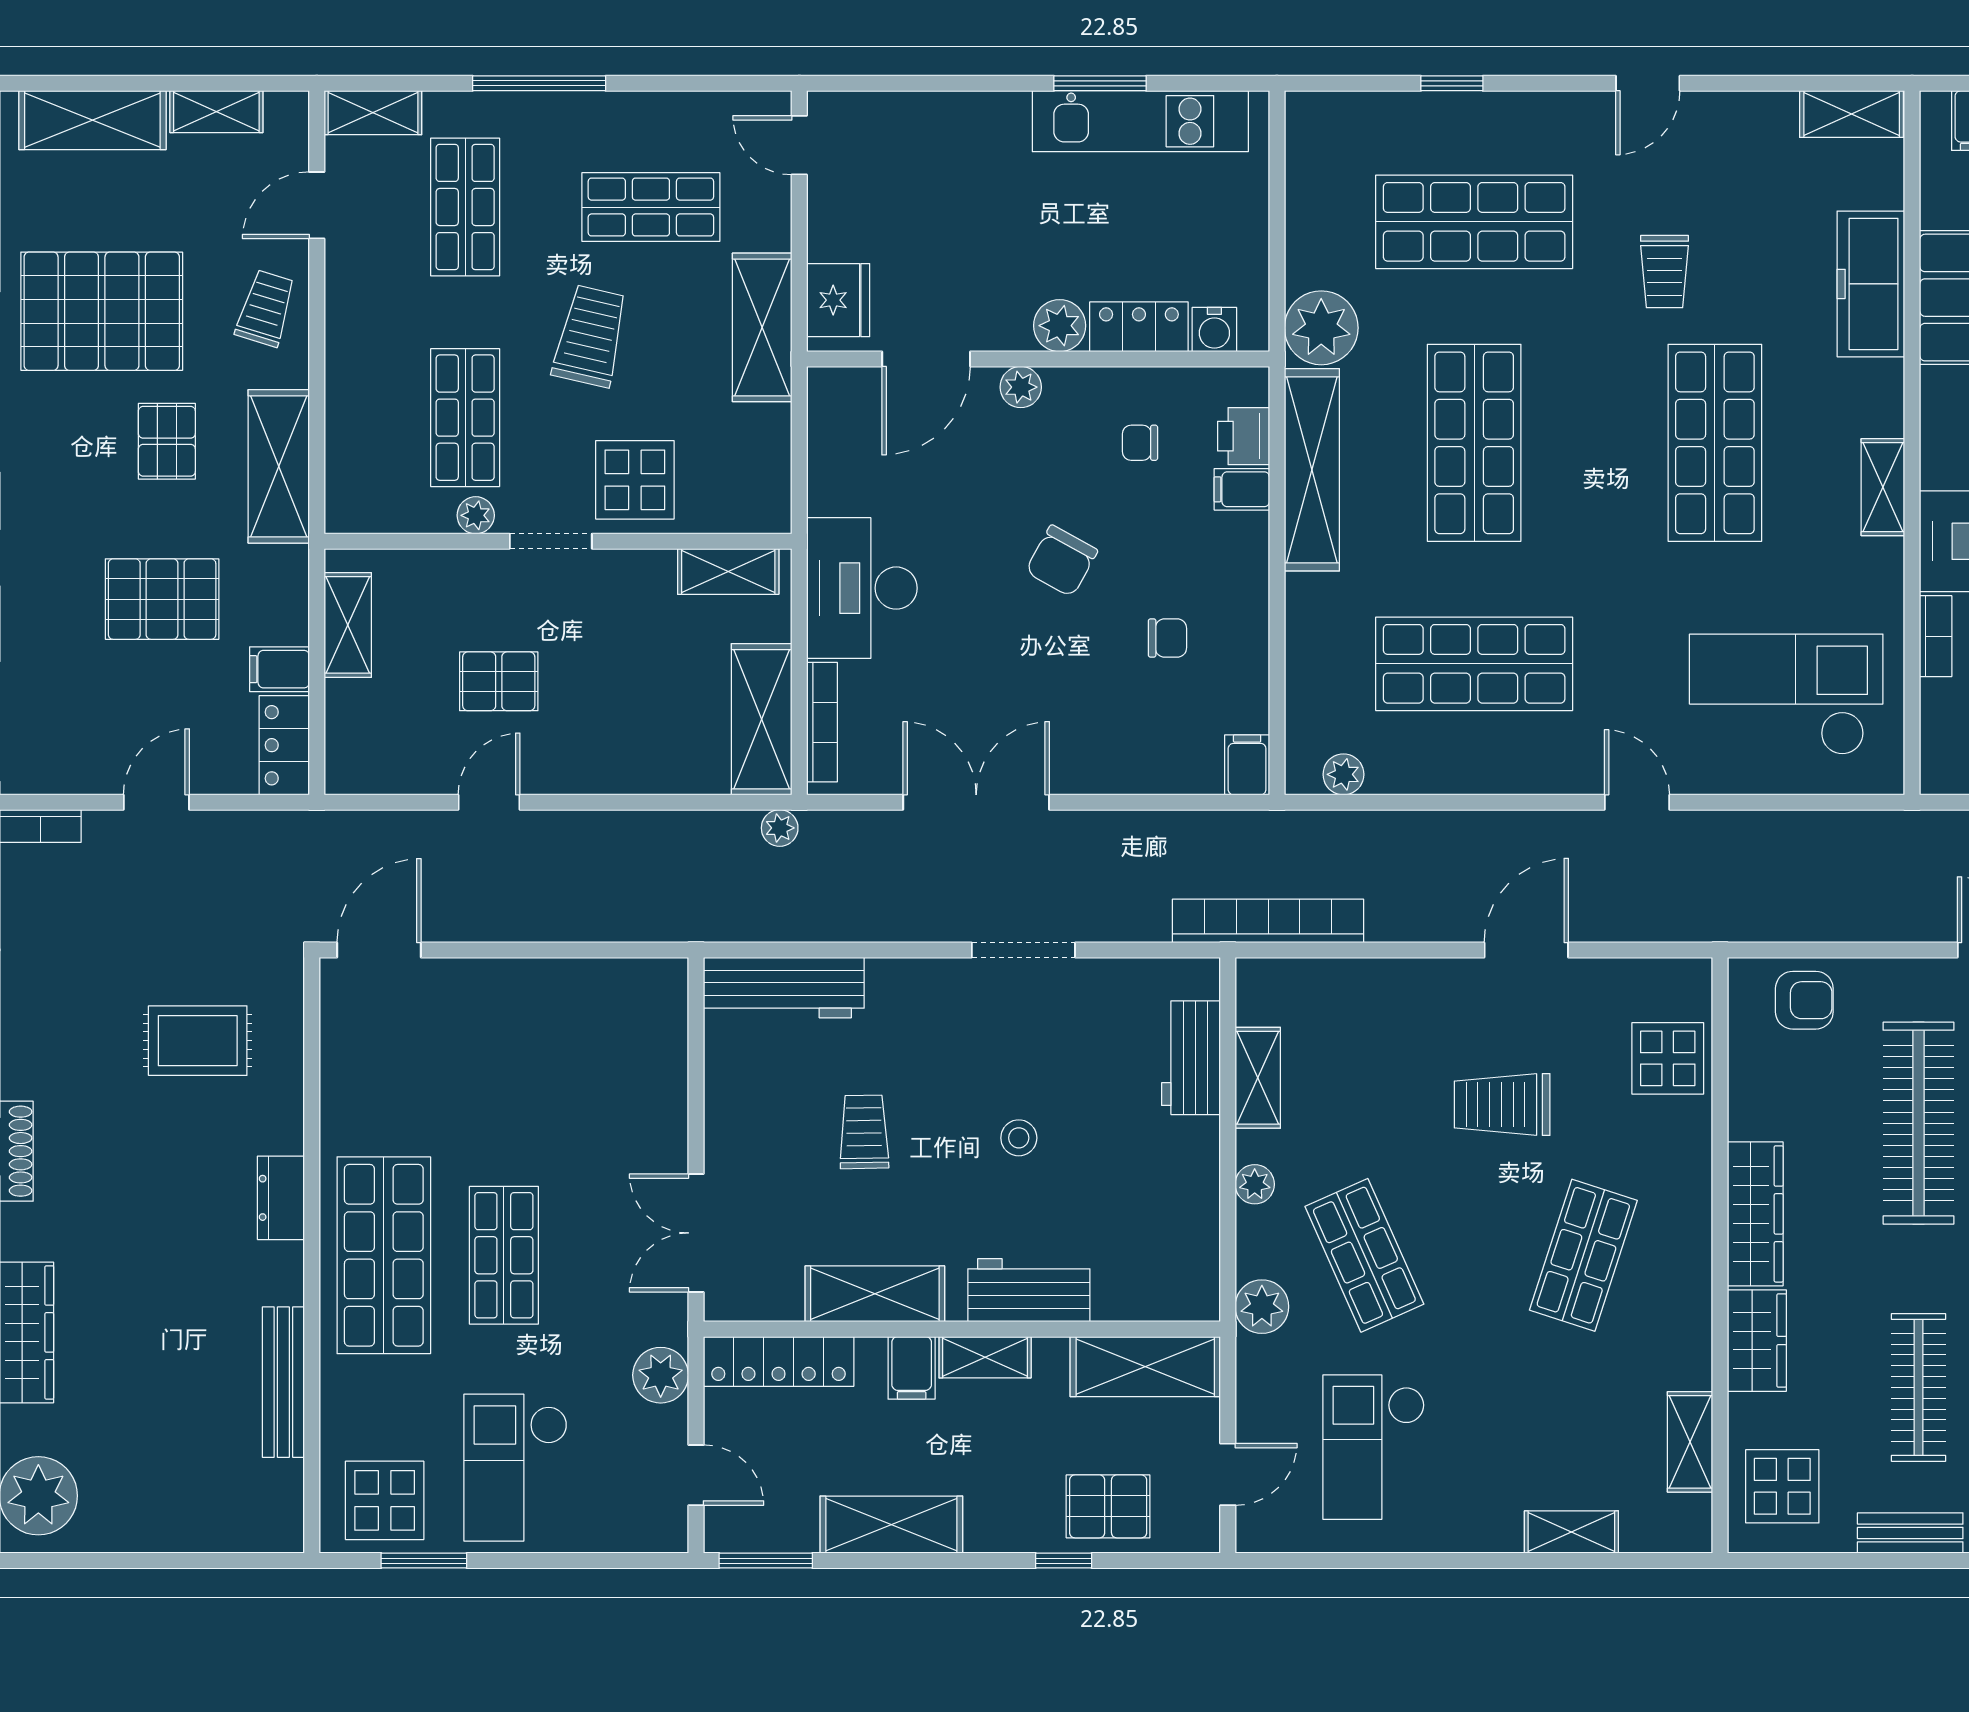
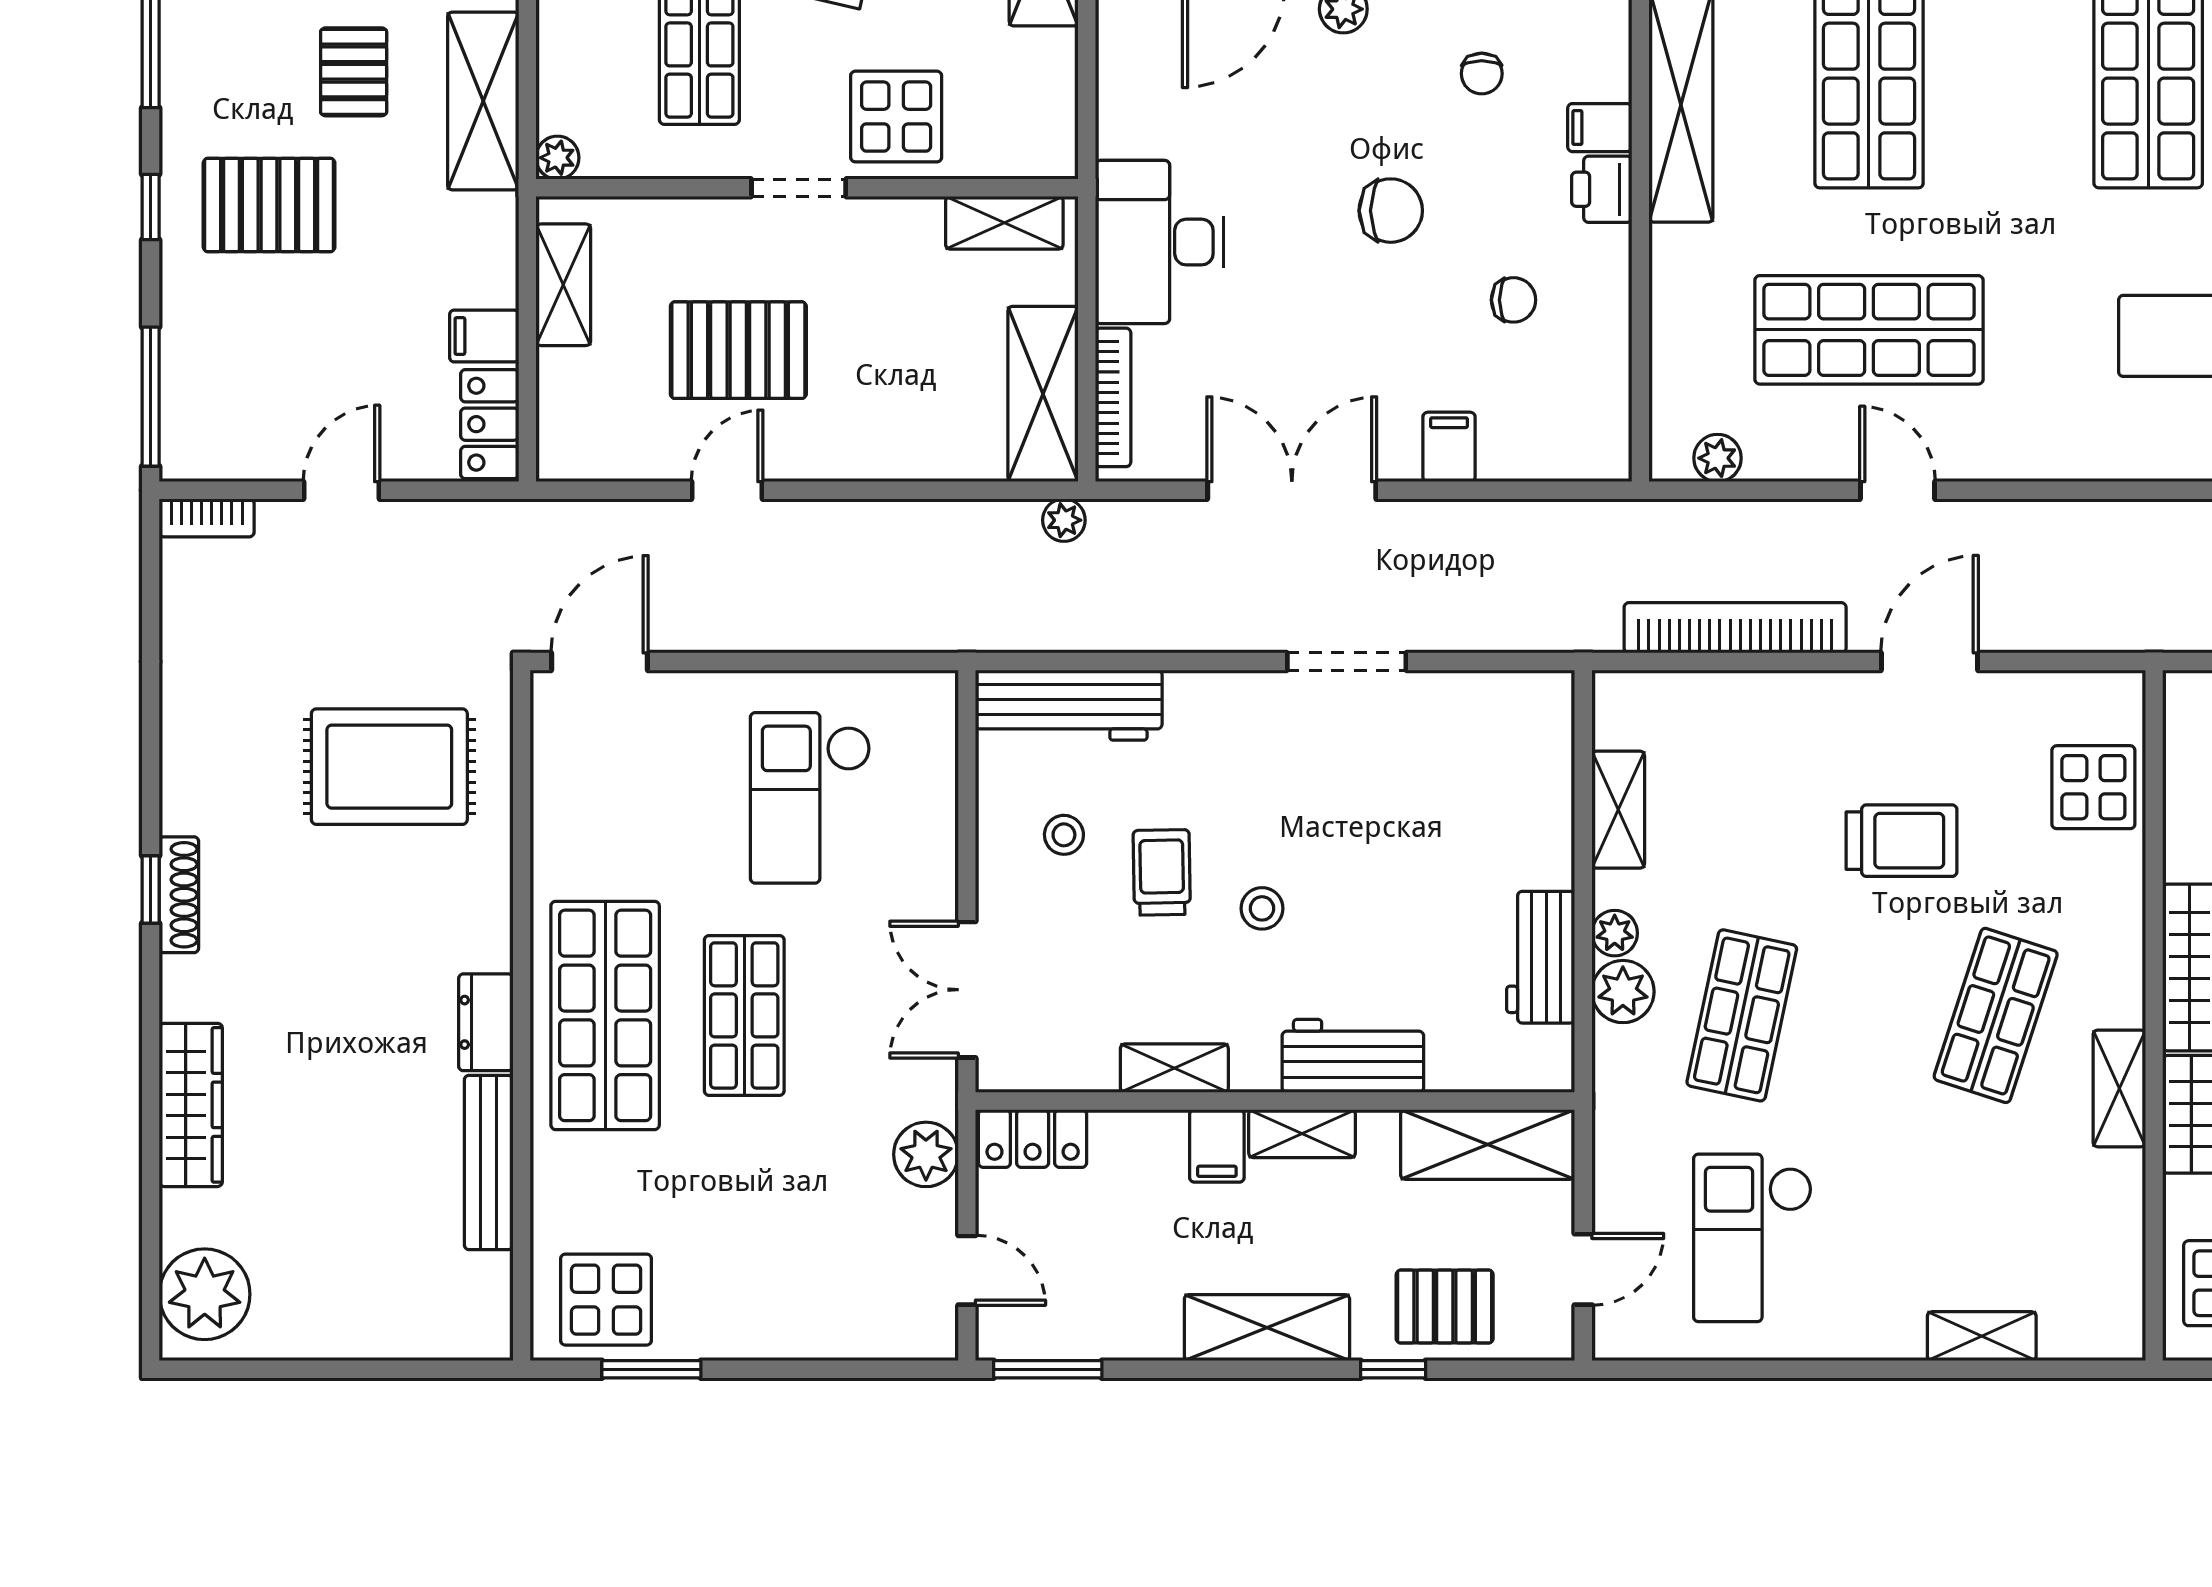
printer: (1244, 436) -> (1602, 189), moved
chair: (1140, 443) -> (1482, 74), turned -90
plant: (476, 515) -> (557, 158), moved
chair: (1062, 561) -> (1391, 211), turned -119
pallet: (162, 599) -> (269, 205), moved
pallet: (499, 681) -> (738, 350), width x1.50, depth x1.42
filing cabinet: (1247, 765) -> (1449, 447), moved
door: (1637, 802) -> (1898, 490), moved
bookcase: (1268, 921) -> (1735, 628), moved
rug: (198, 1041) -> (389, 767), width x1.36, depth x1.43
workbench: (1191, 1058) -> (1541, 957), moved
stool: (780, 1099) -> (1064, 835), added
trolley: (1502, 1104) -> (1901, 841), turned 180
stool: (1019, 1138) -> (1262, 908), moved
dresser: (281, 1198) -> (486, 1022), moved
shop shelf: (1364, 1255) -> (1742, 1015), turned 36
shelving: (875, 1294) -> (1174, 1068), width x0.67, depth x0.75
plant: (1262, 1307) -> (1623, 992), moved
locker: (779, 1361) -> (1033, 1138), width x0.66
shelving: (1690, 1442) -> (2119, 1088), moved
checkout: (516, 1468) -> (810, 798), moved
shelving: (891, 1525) -> (1267, 1328), moved

